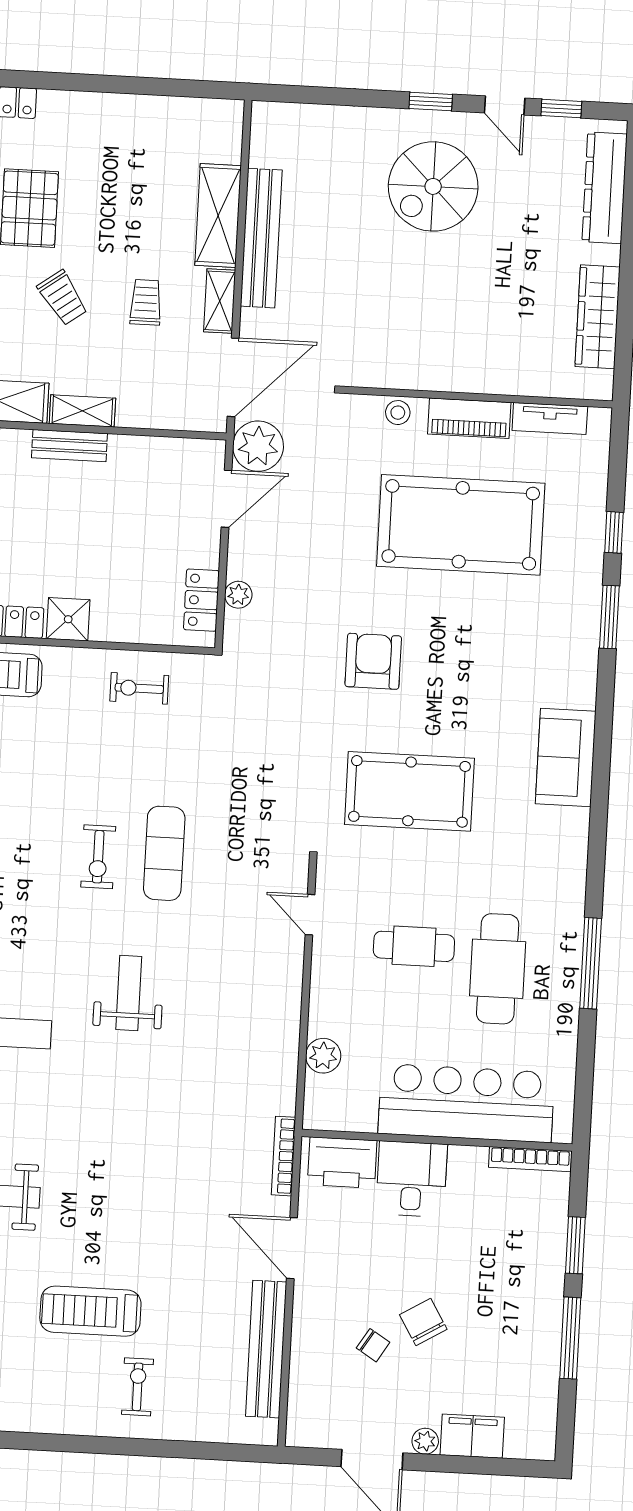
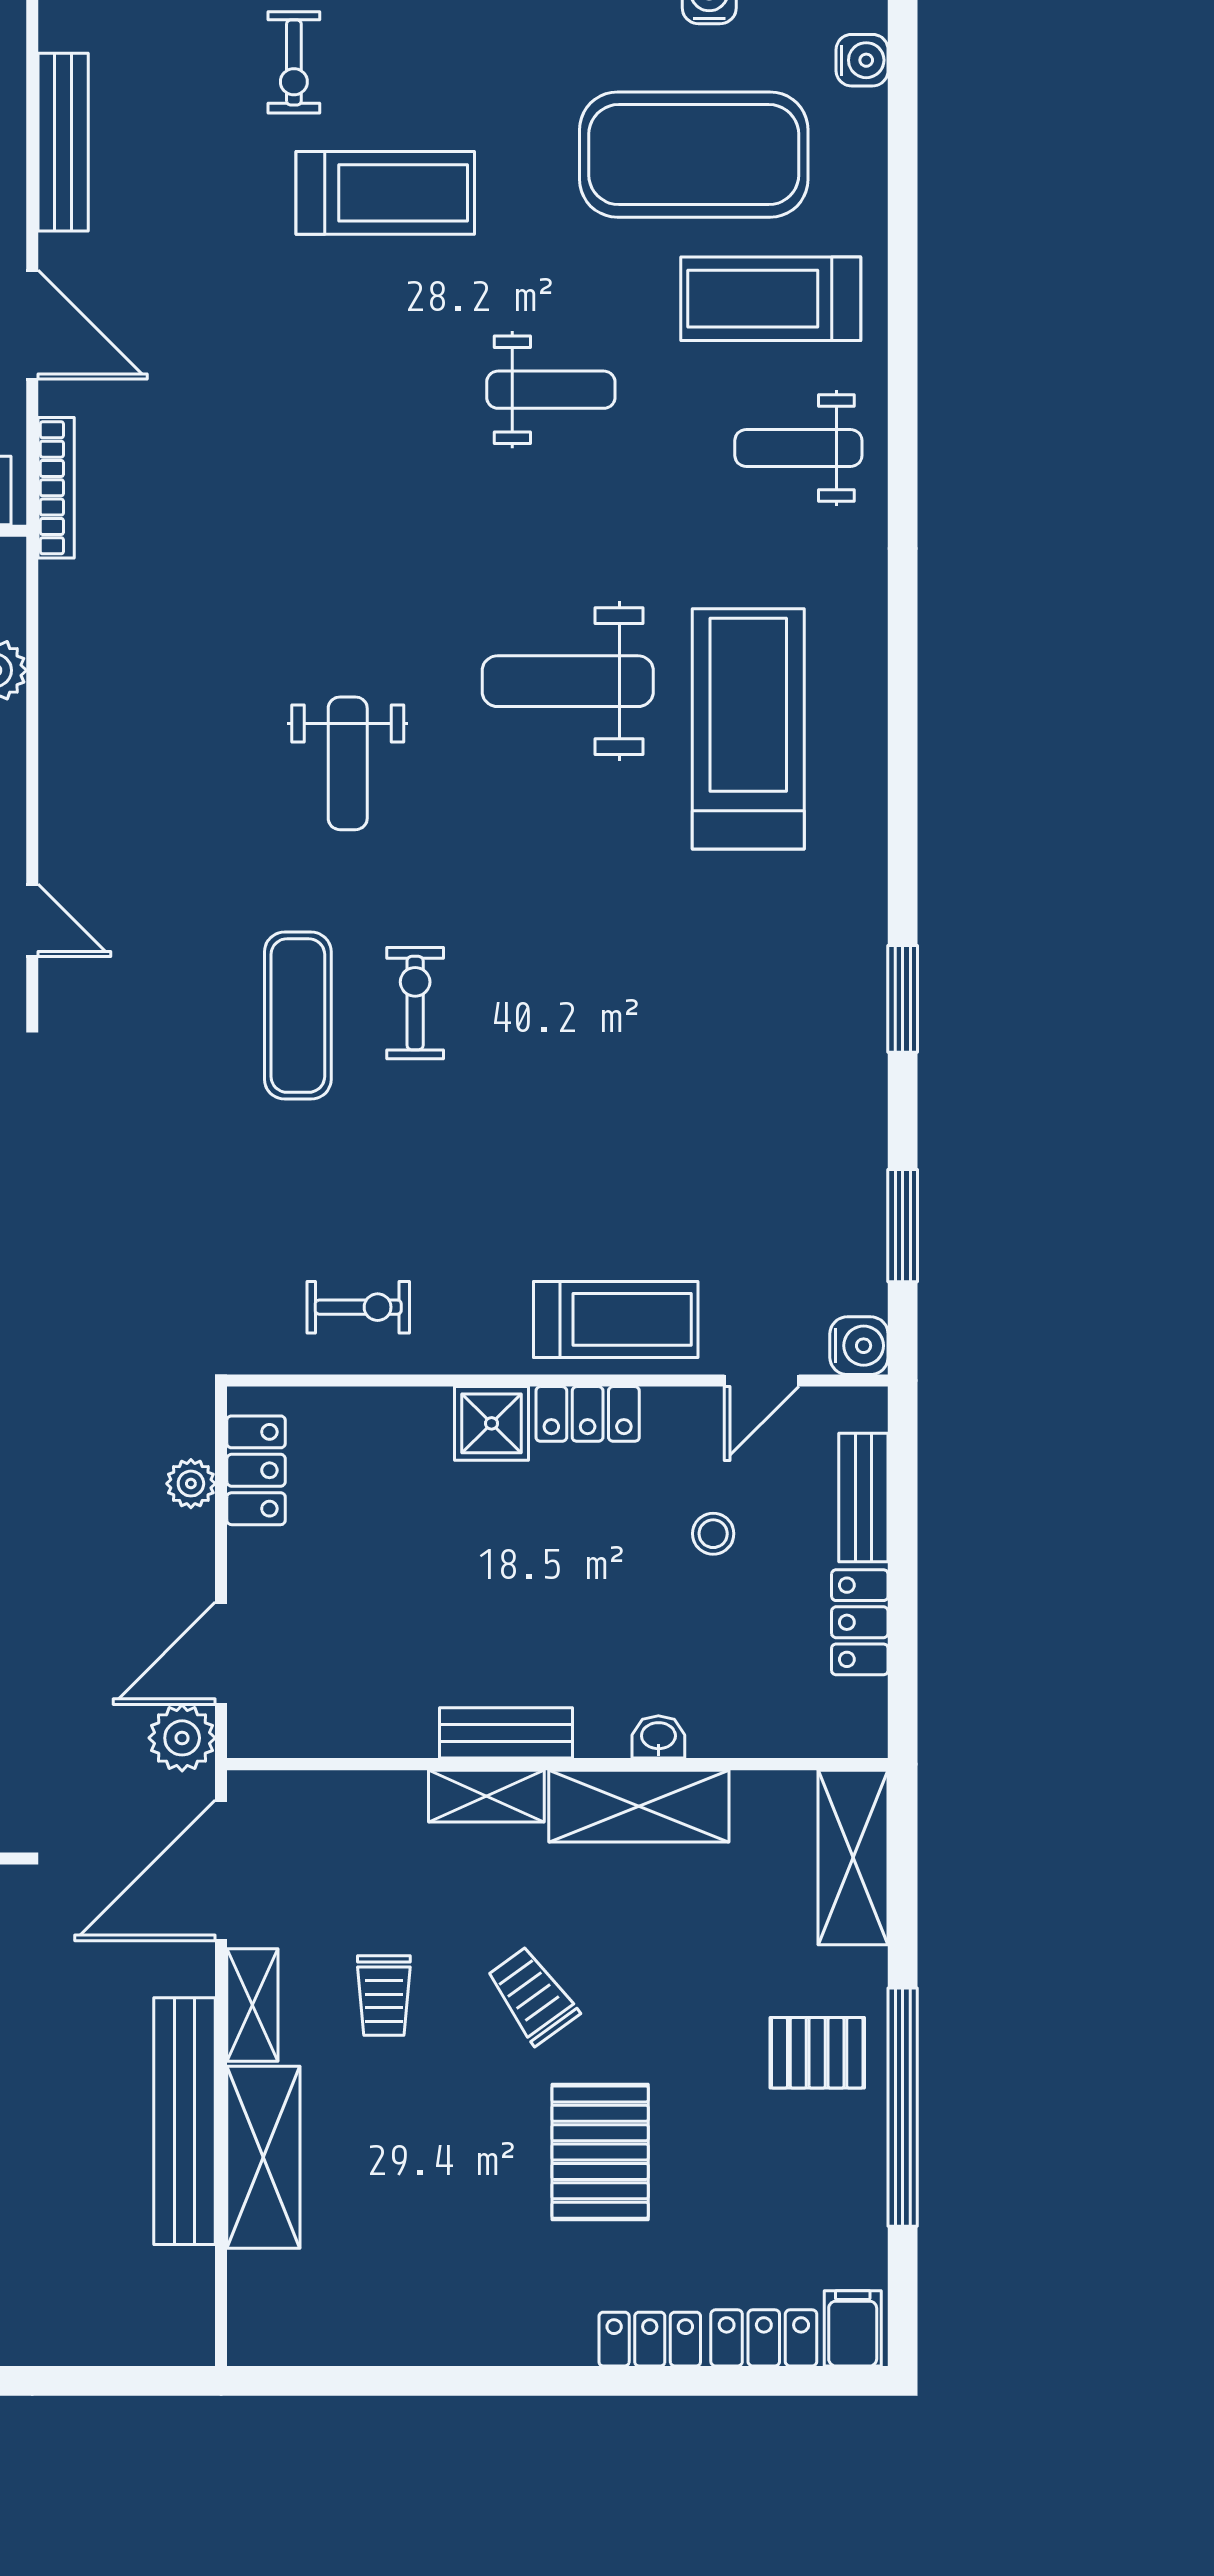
plant: (258, 446) -> (182, 1738), width x0.73, depth x0.73
bench: (266, 1349) -> (63, 142), width x0.73, depth x0.82

